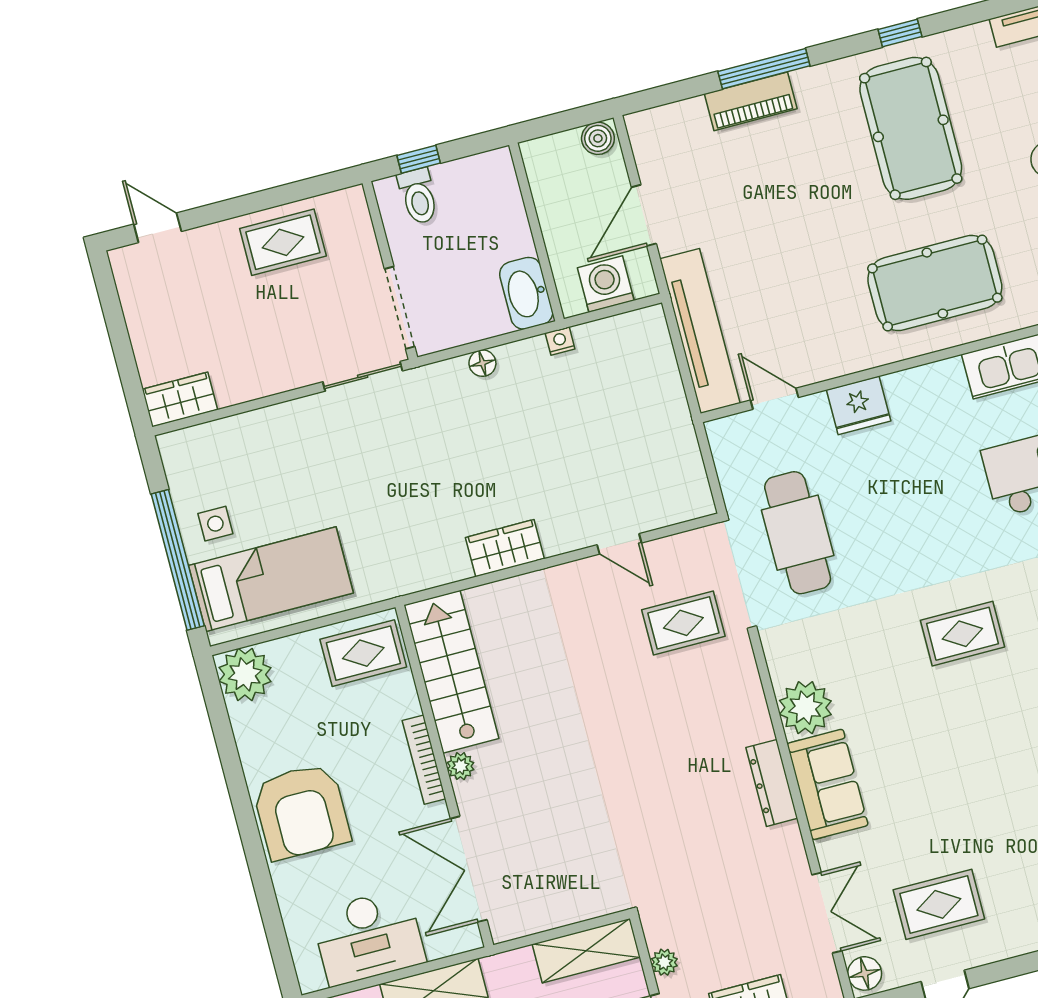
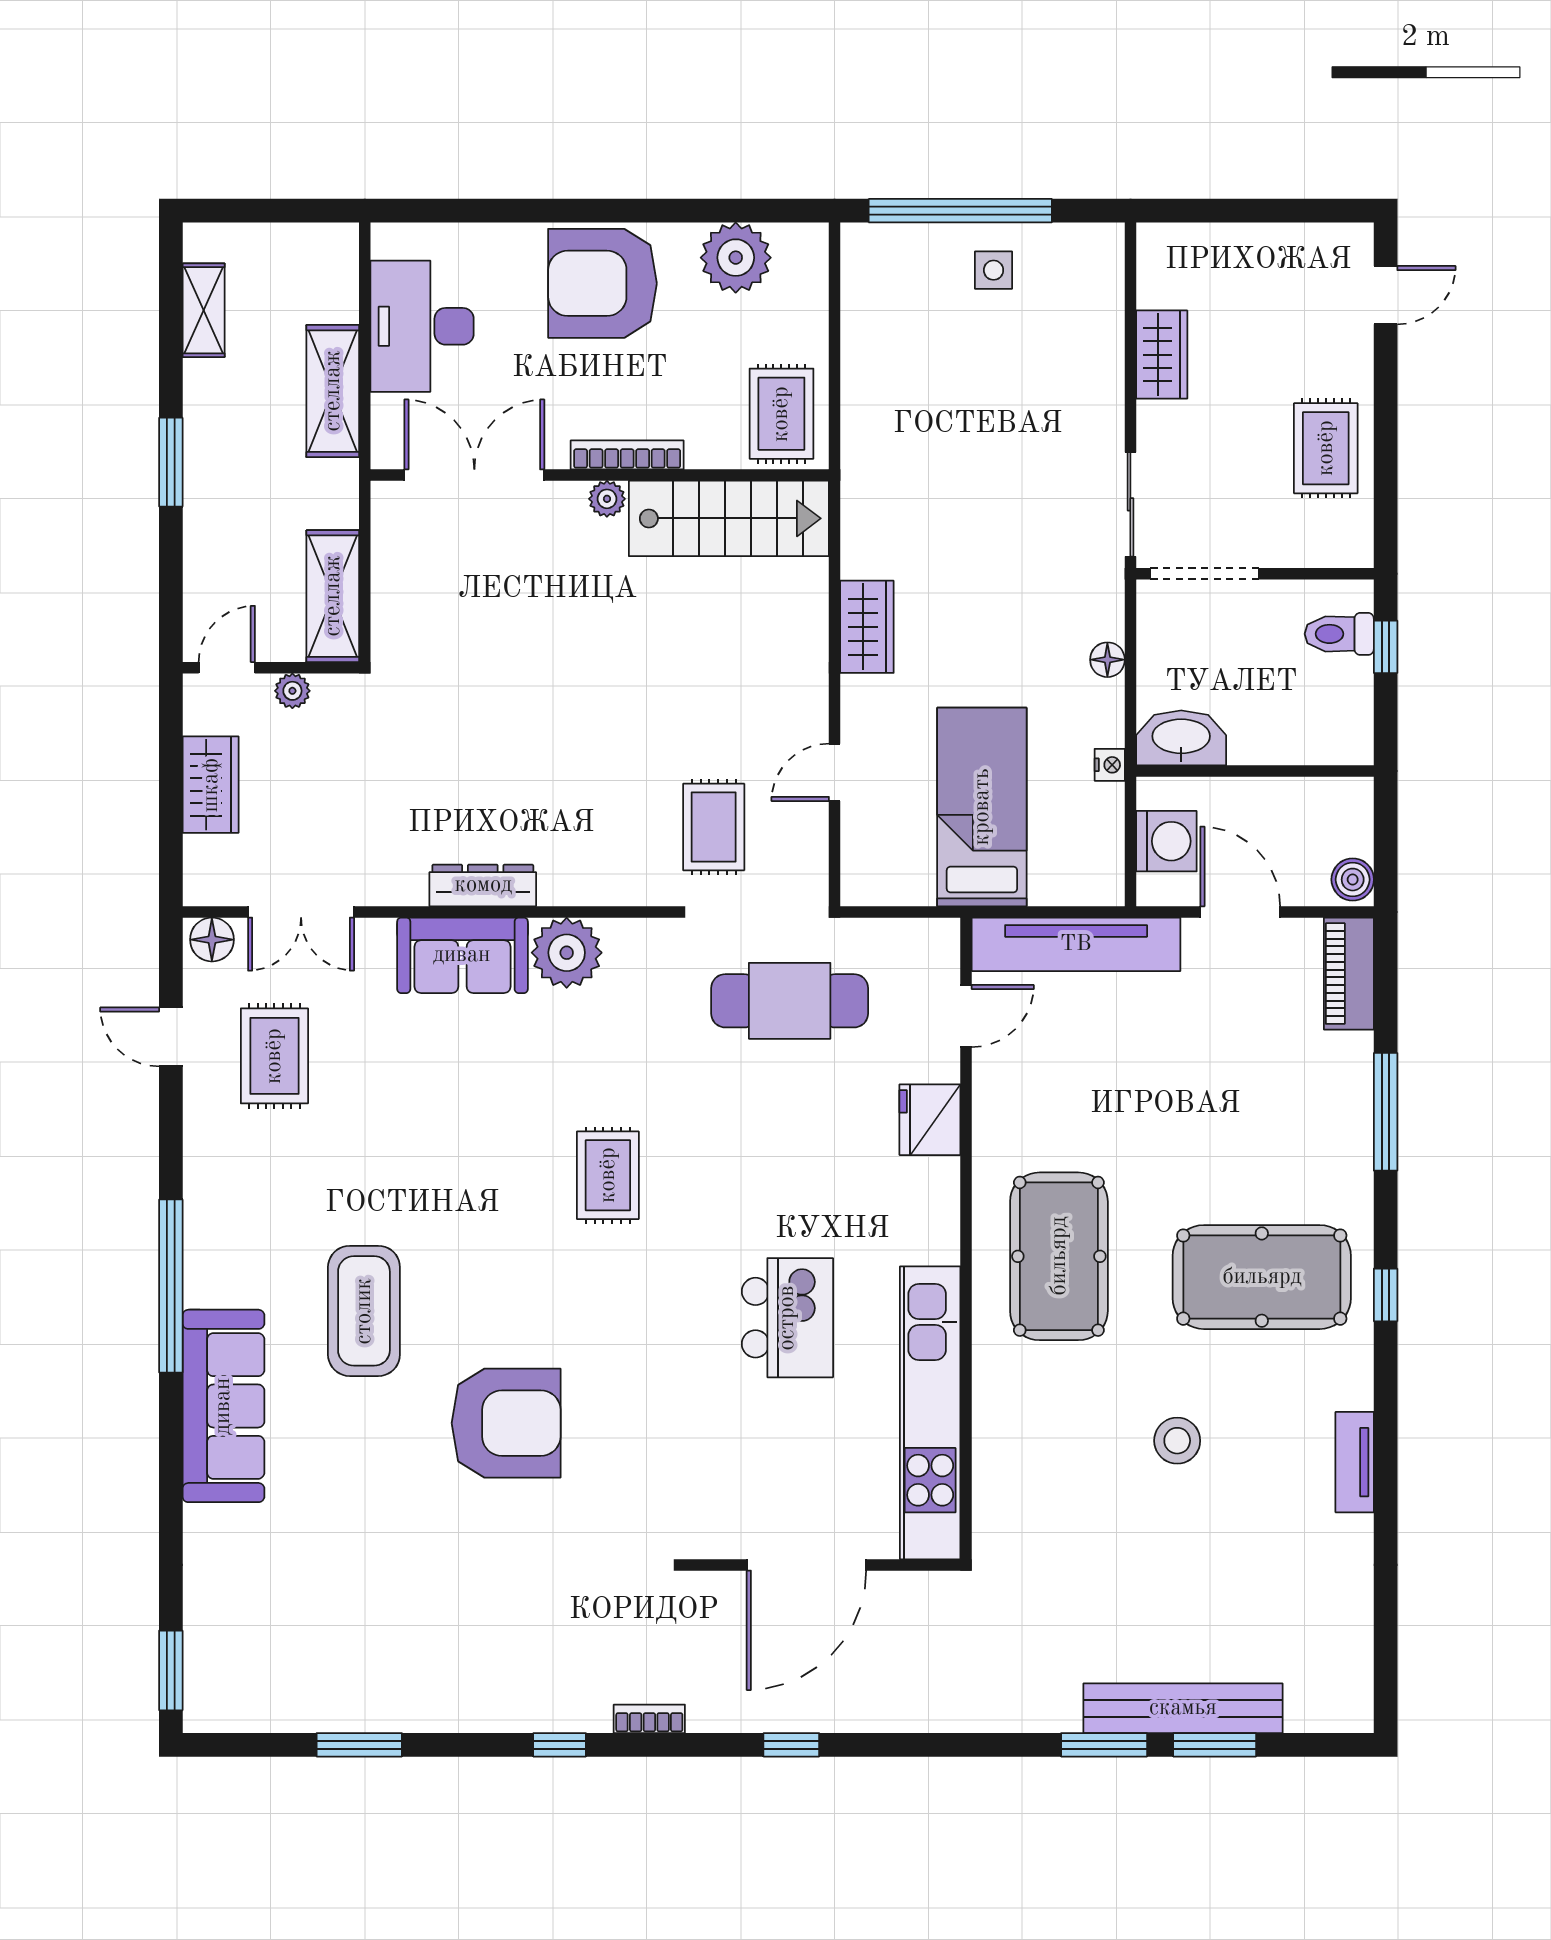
piano: (751, 101) -> (1349, 974), moved
wardrobe: (180, 399) -> (1162, 355), moved
bed: (271, 579) -> (982, 807), moved, turned 180
plant: (245, 674) -> (736, 258), moved

